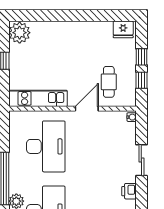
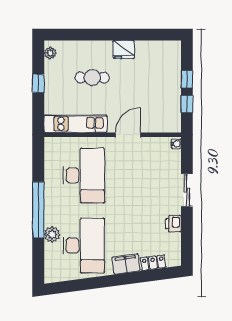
fridge: (123, 29) -> (124, 49), moved
plant: (20, 33) -> (50, 53), width x0.53, depth x0.53
cafe table: (109, 82) -> (92, 78), moved, turned 90

